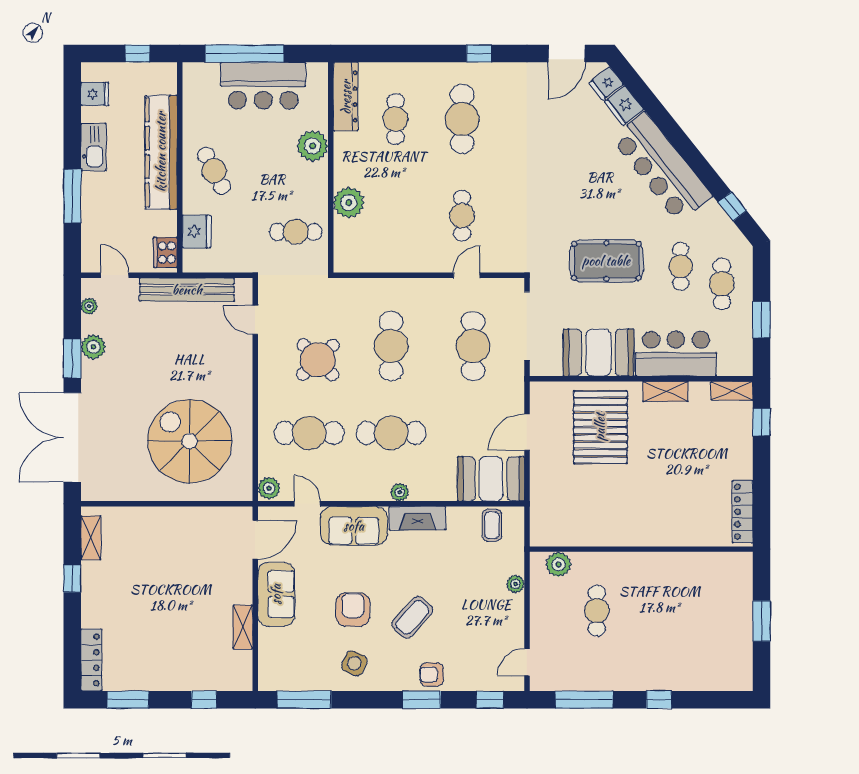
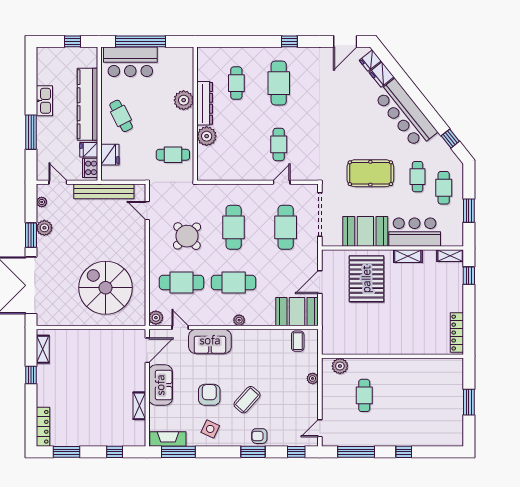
bar counter: (263, 86) -> (130, 62), moved
fridge: (95, 94) -> (89, 150), moved, turned 180
dresser: (346, 97) -> (205, 103), moved
fireplace: (417, 518) -> (168, 439), moved, turned 180

